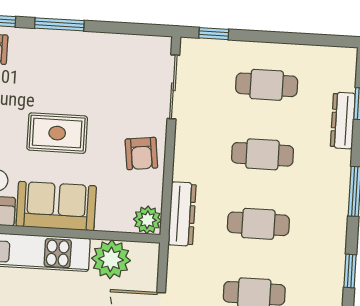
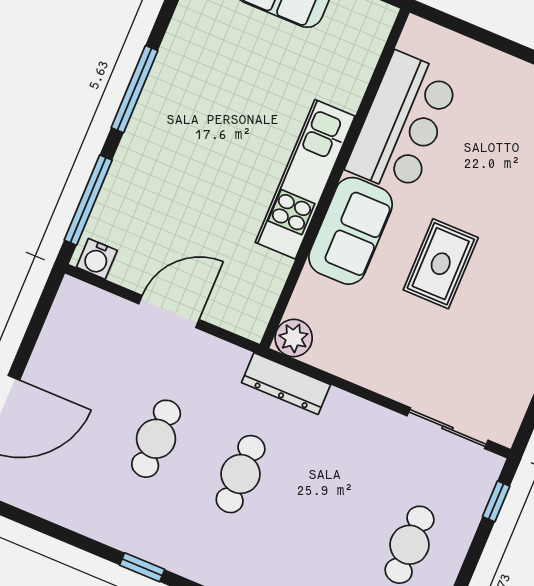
armchair: (141, 154) -> (379, 359), removed
cafe table: (262, 154) -> (325, 509), removed
plant: (111, 259) -> (261, 276), removed

